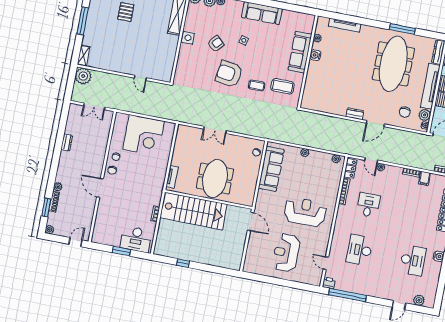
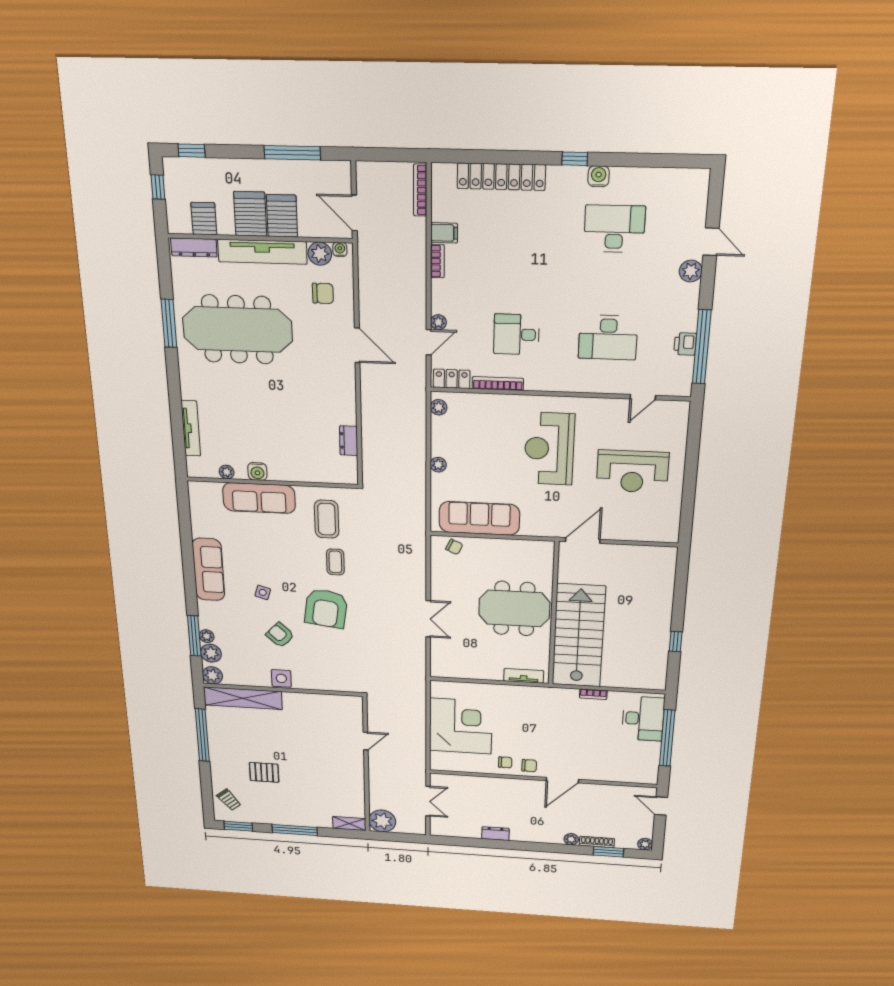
dresser: (355, 114) -> (349, 441), moved
window: (121, 251) -> (667, 738), width x2.11
printer: (329, 283) -> (685, 344), moved
plant: (419, 300) -> (691, 271), moved

